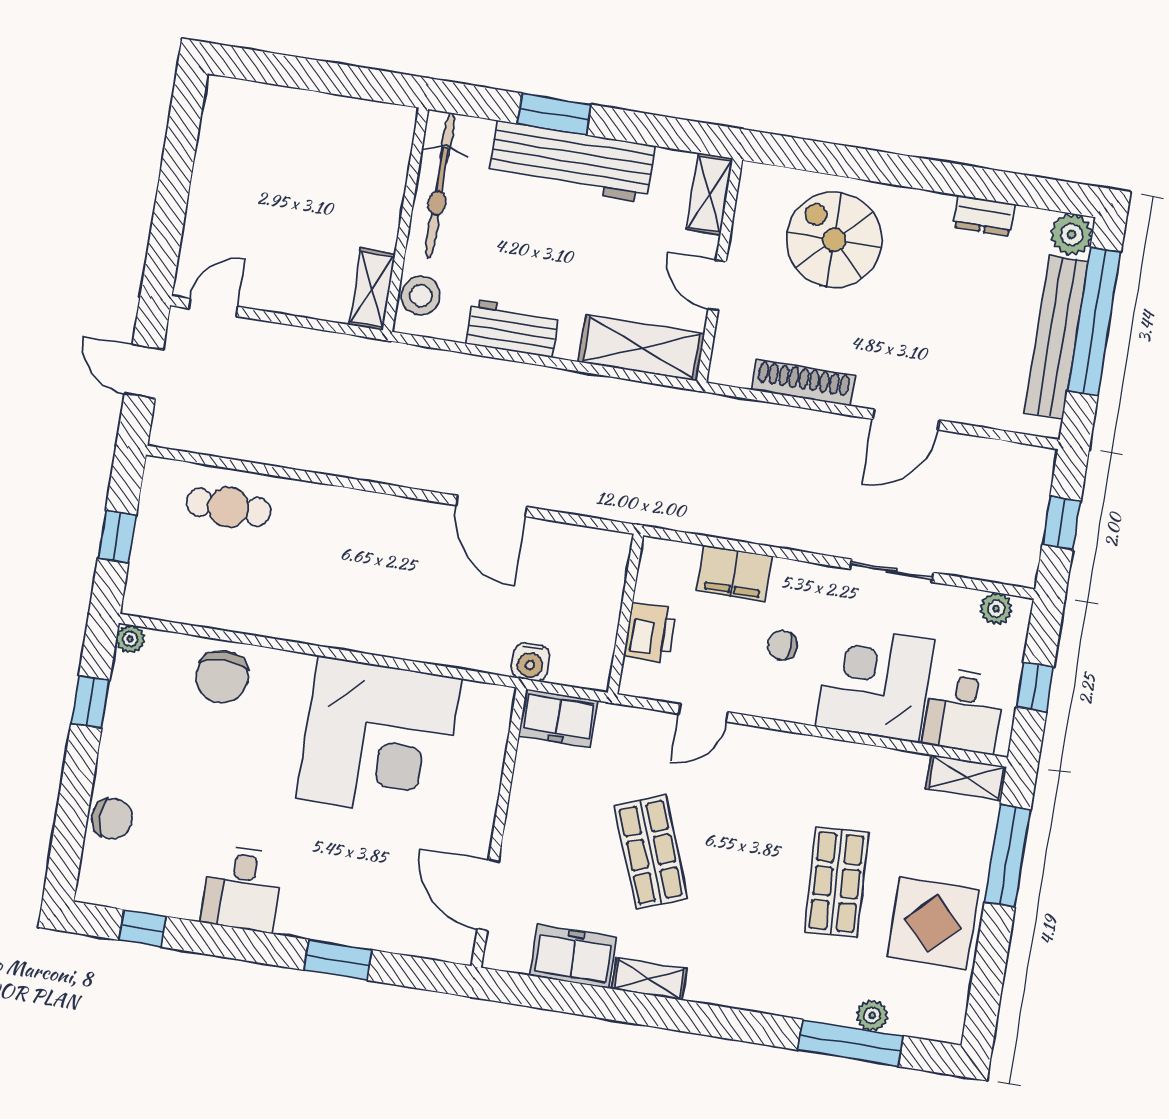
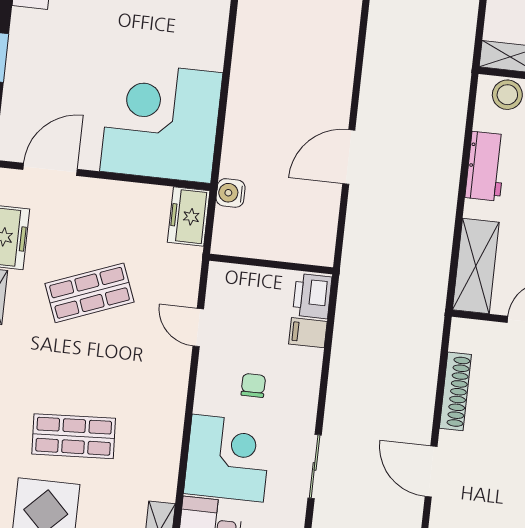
filing cabinet: (734, 573) -> (308, 333), width x0.50
printer: (650, 632) -> (312, 296), moved, turned 90
corner desk: (378, 739) -> (161, 122), moved, turned 90

